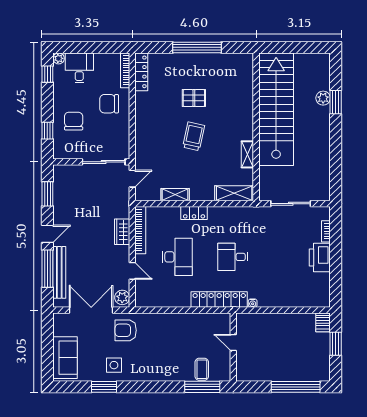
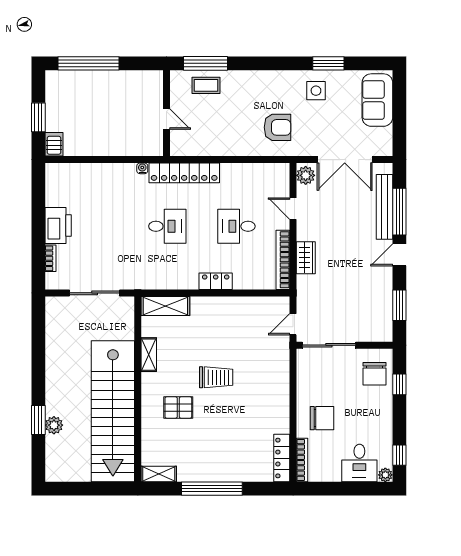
pallet: (194, 98) -> (178, 408), moved
chair: (74, 121) -> (375, 374), moved
trolley: (194, 136) -> (216, 377), turned -102
shelving: (175, 195) -> (159, 474), moved
desk: (177, 257) -> (236, 226), width x0.73
armchair: (126, 330) -> (277, 127), moved
coffee table: (202, 369) -> (206, 85), turned 90

